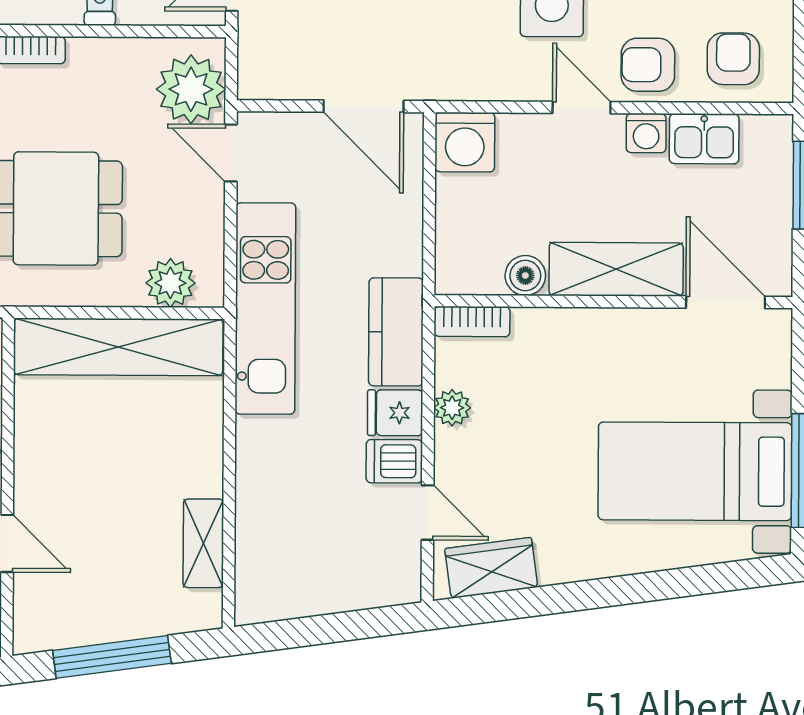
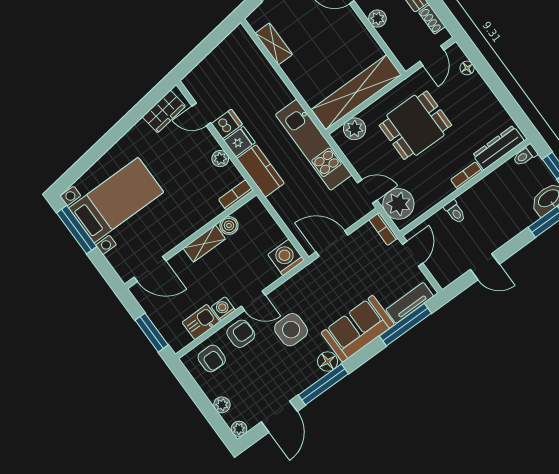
bookcase: (251, 64) -> (383, 229), added
shelving: (616, 269) -> (204, 243), width x0.67, depth x0.75

